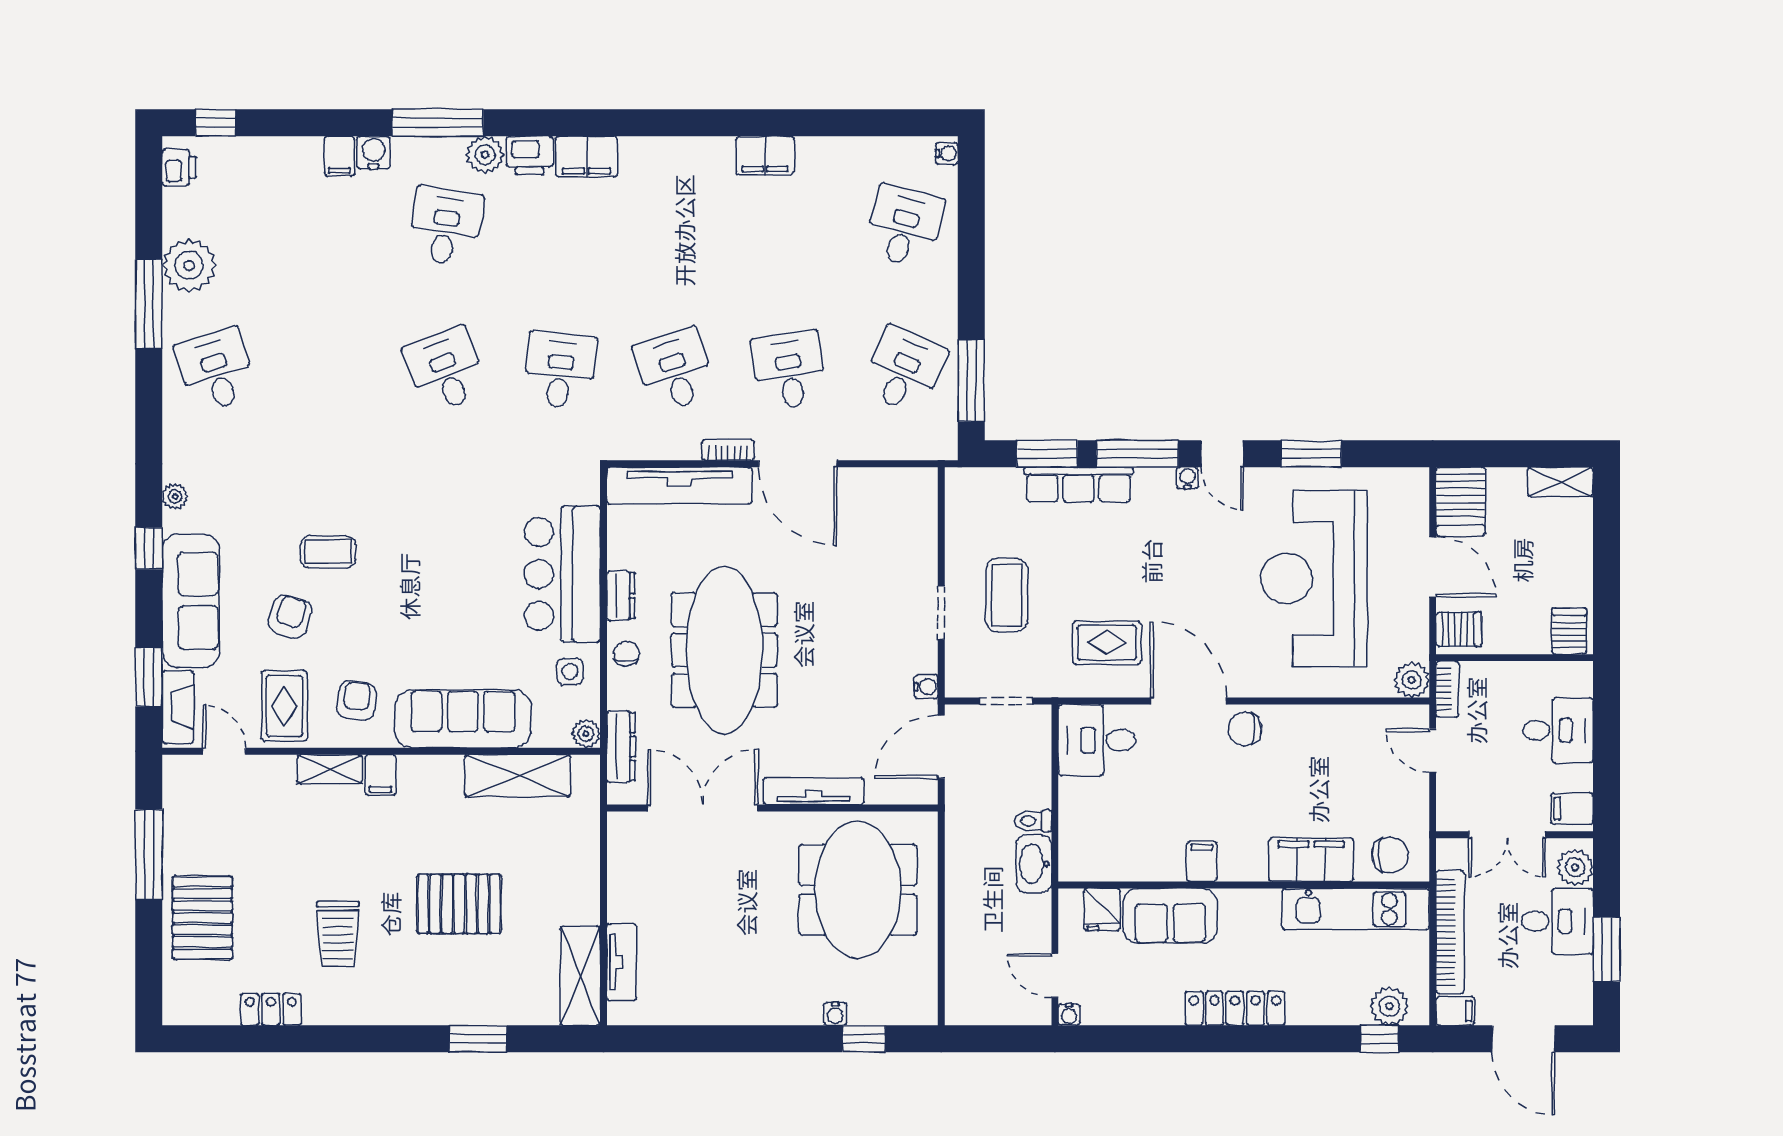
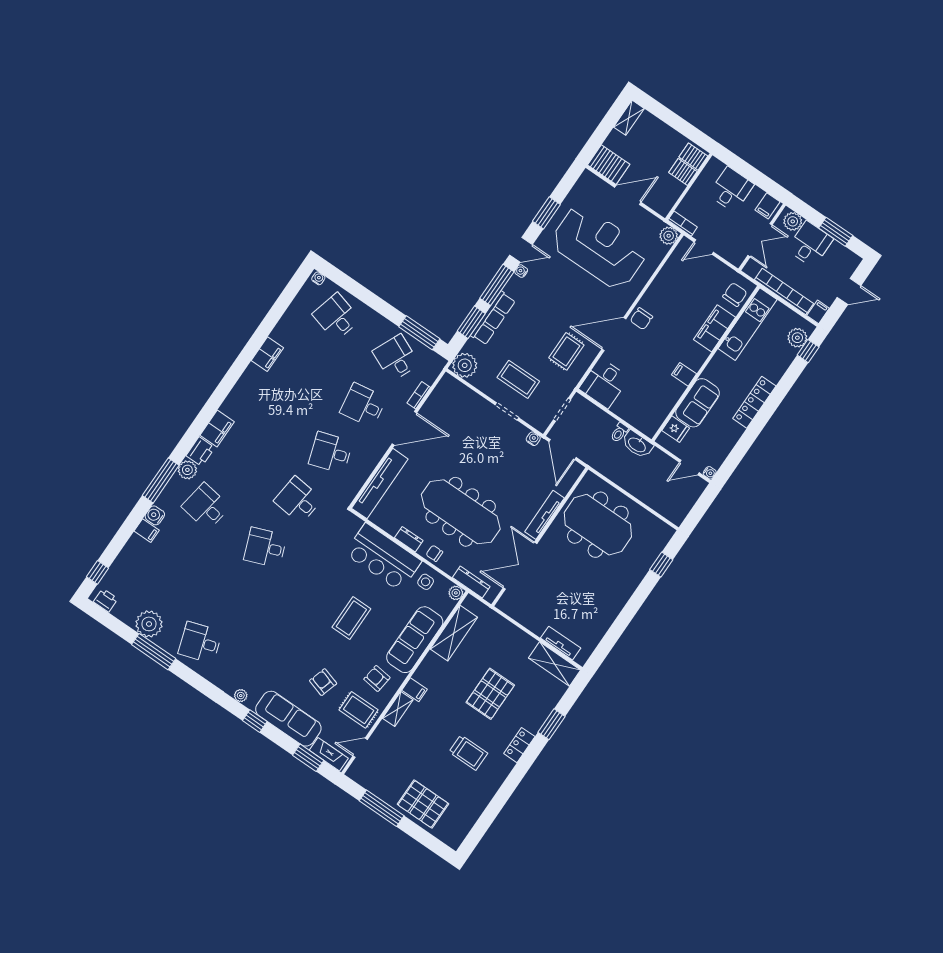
bookcase: (728, 450) -> (419, 395), moved
plant: (969, 492) -> (465, 365), added
coffee table: (328, 552) -> (351, 618), moved, width x1.36, depth x1.30
reception desk: (1314, 578) -> (599, 247), turned 180
server rack: (1459, 629) -> (683, 172), moved, turned -90
locker: (271, 1009) -> (519, 745), moved
water cooler: (835, 1014) -> (643, 569), removed
door: (1524, 1039) -> (849, 291), width x0.73

